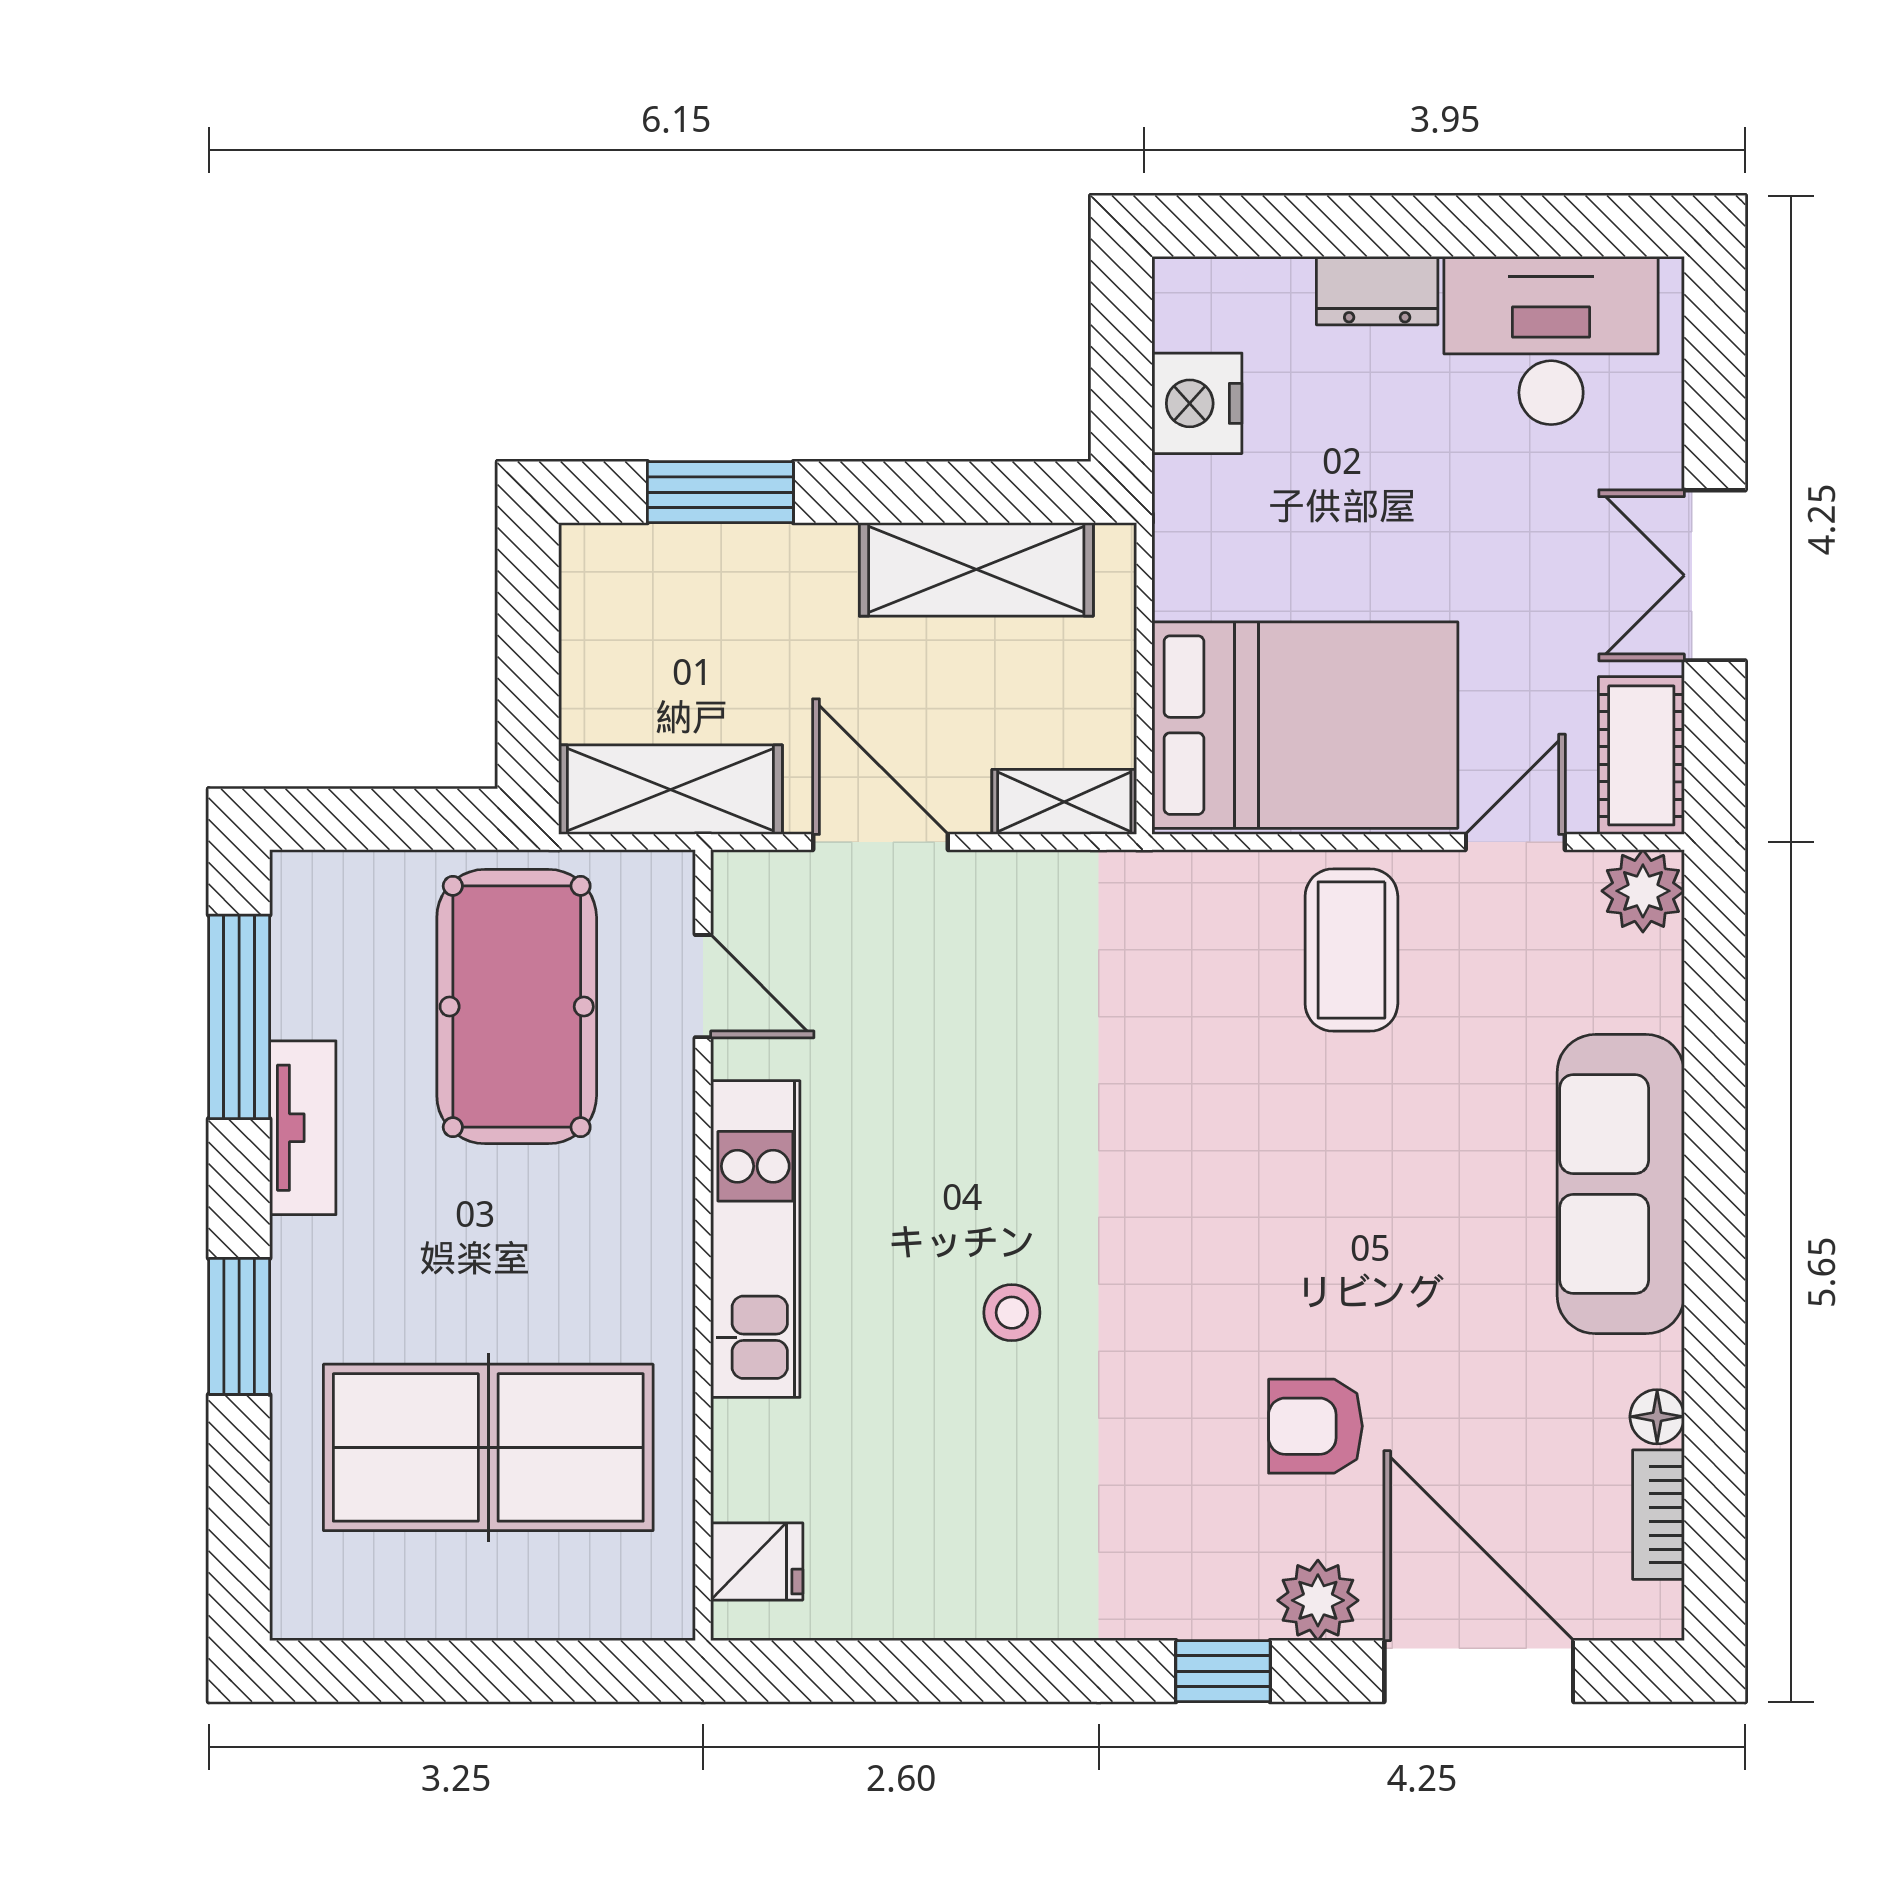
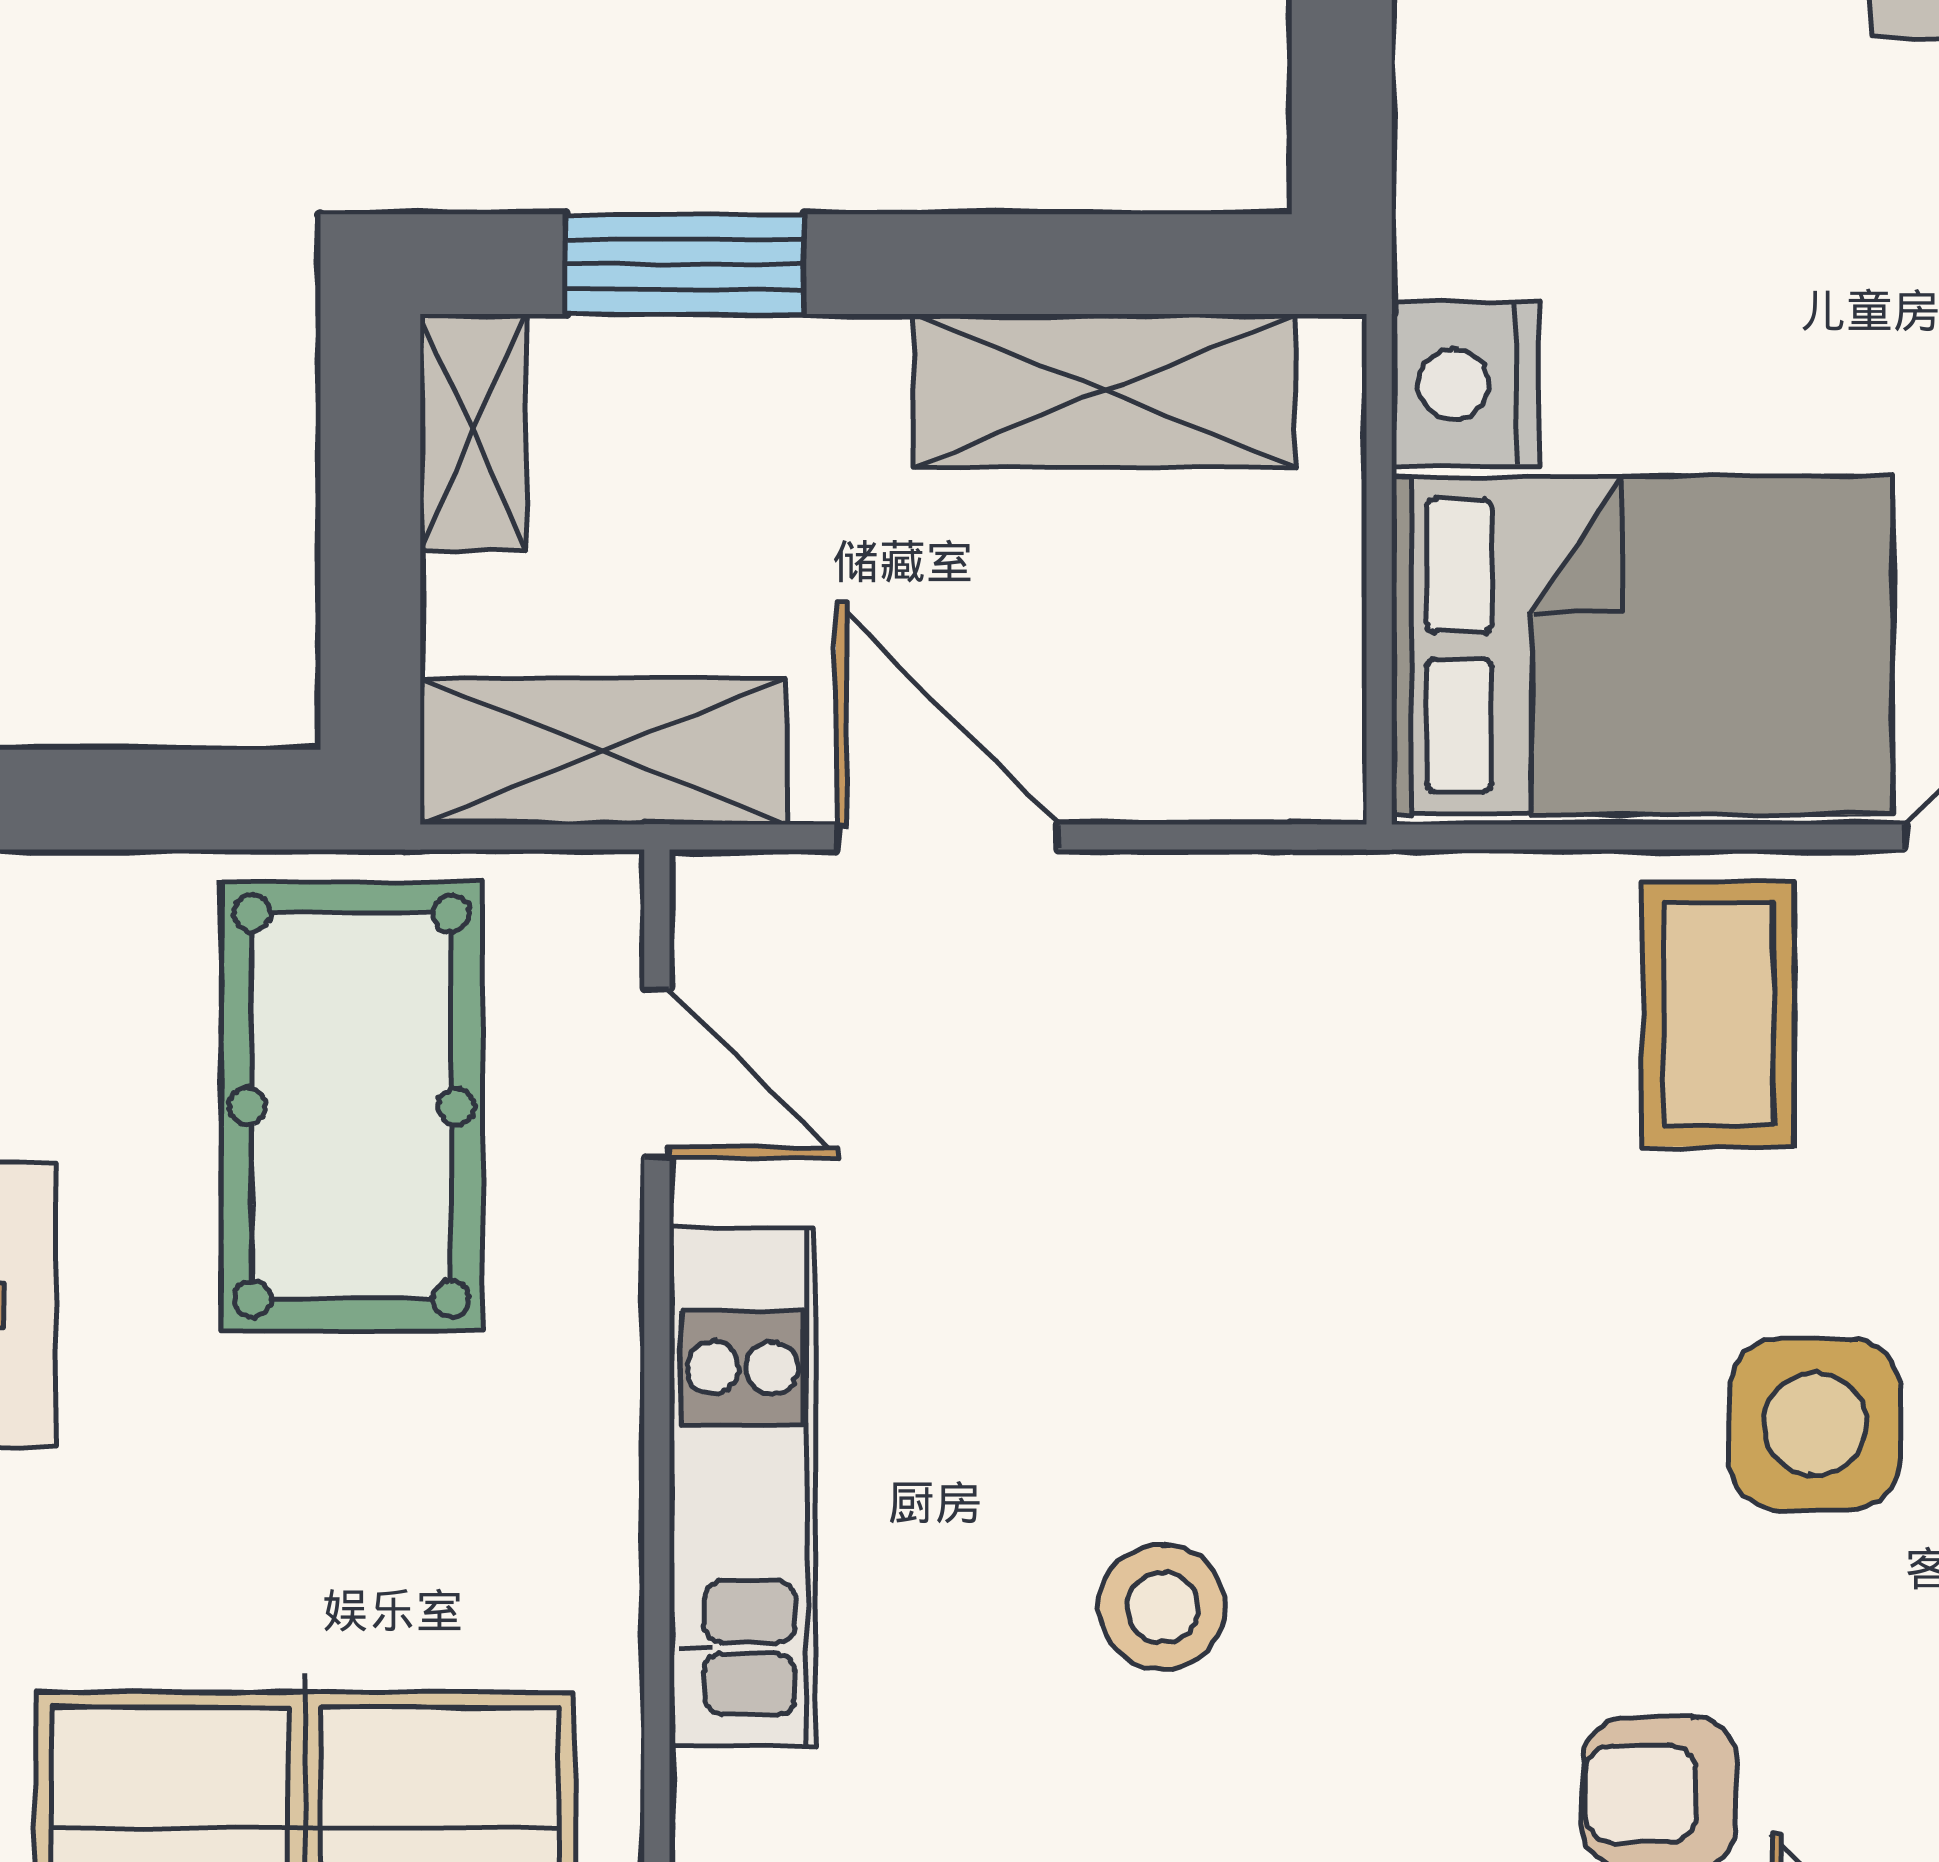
nightstand: (1197, 403) -> (1465, 384), moved
shelving: (1064, 802) -> (473, 432), moved, turned 90
side table: (1410, 1201) -> (1815, 1424), added
stool: (1012, 1313) -> (1162, 1607), width x1.37, depth x1.37

